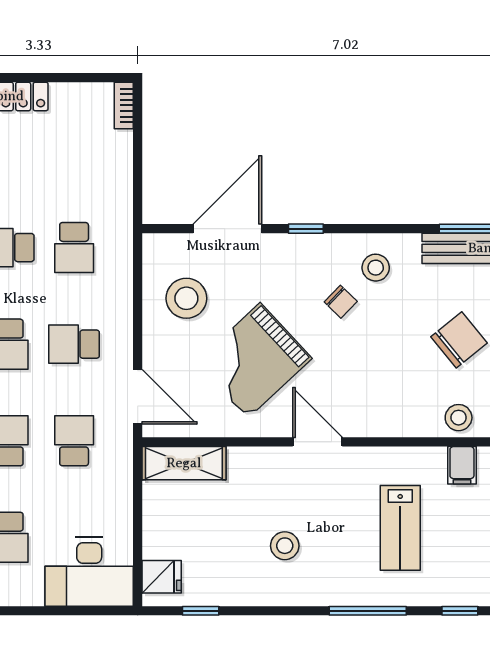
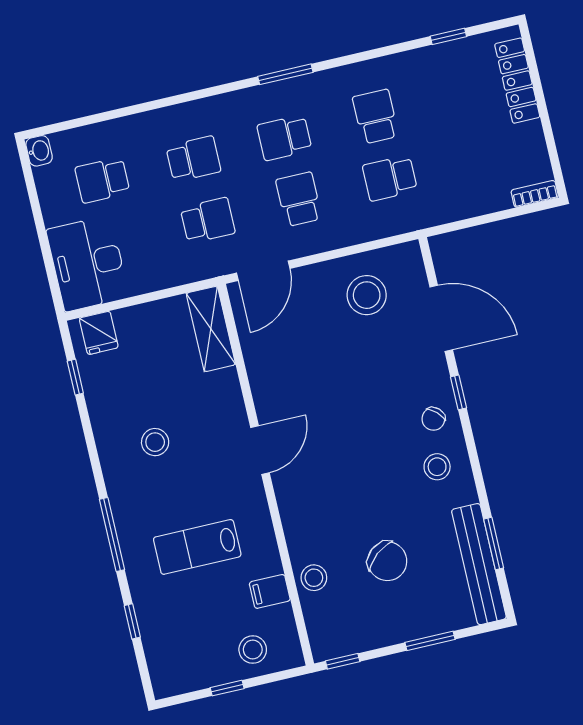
chair: (341, 302) -> (433, 419), moved
grand piano: (254, 360) -> (323, 372), removed

